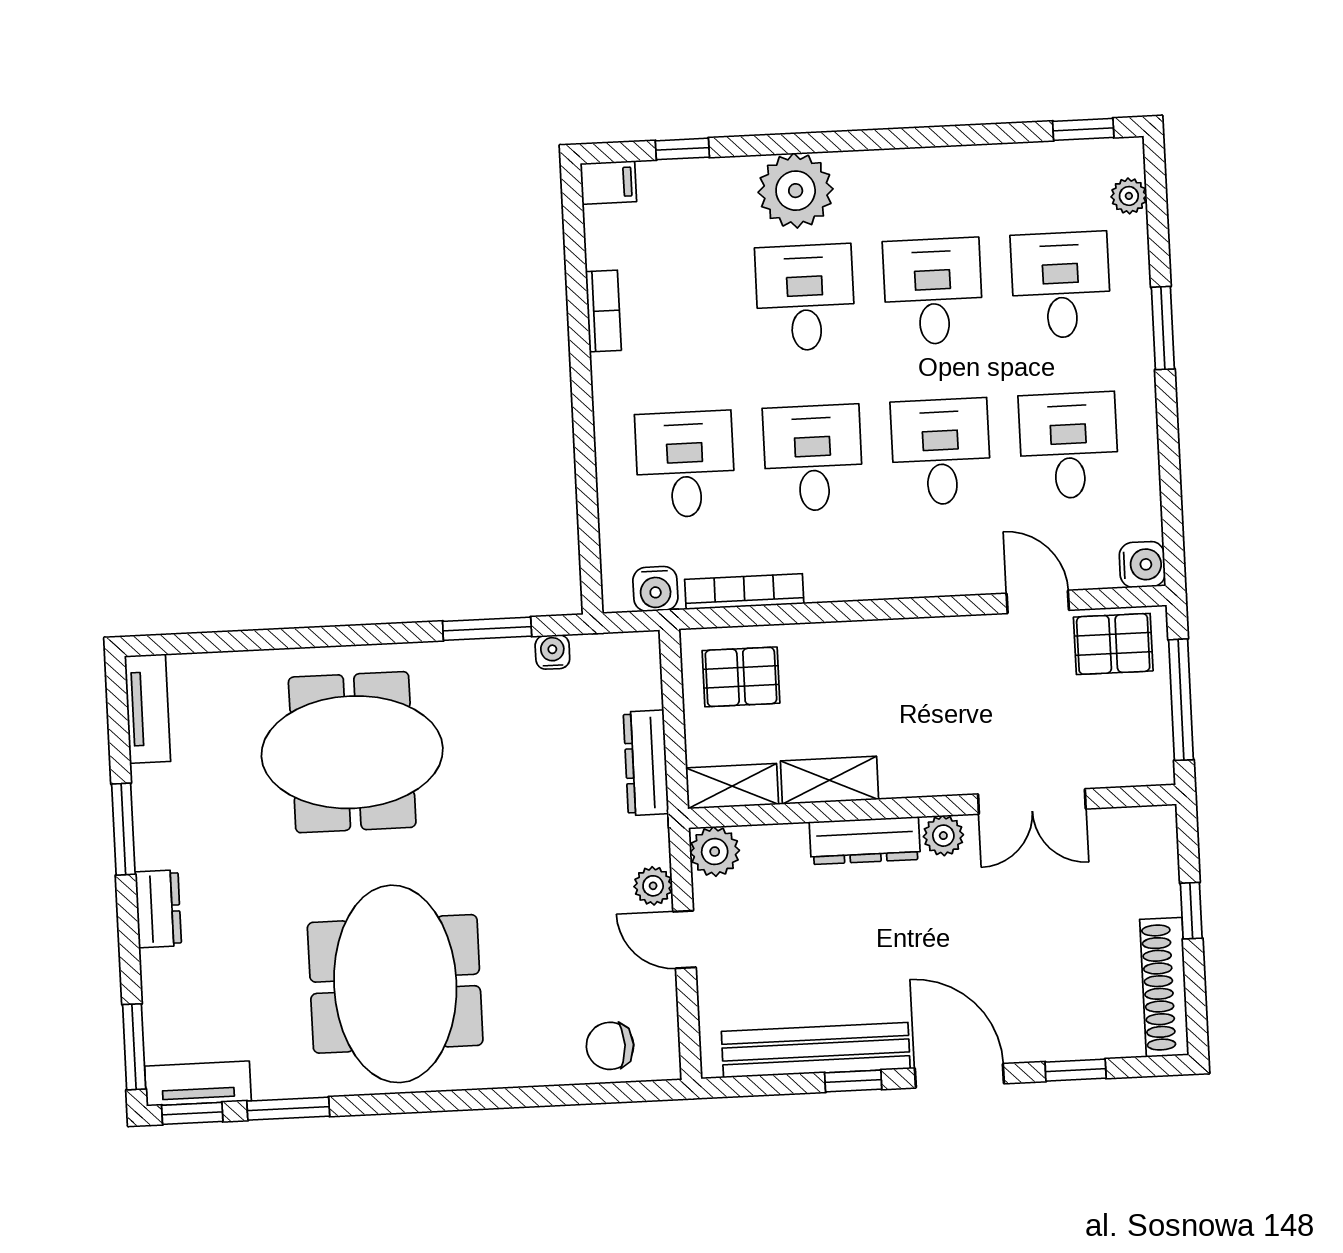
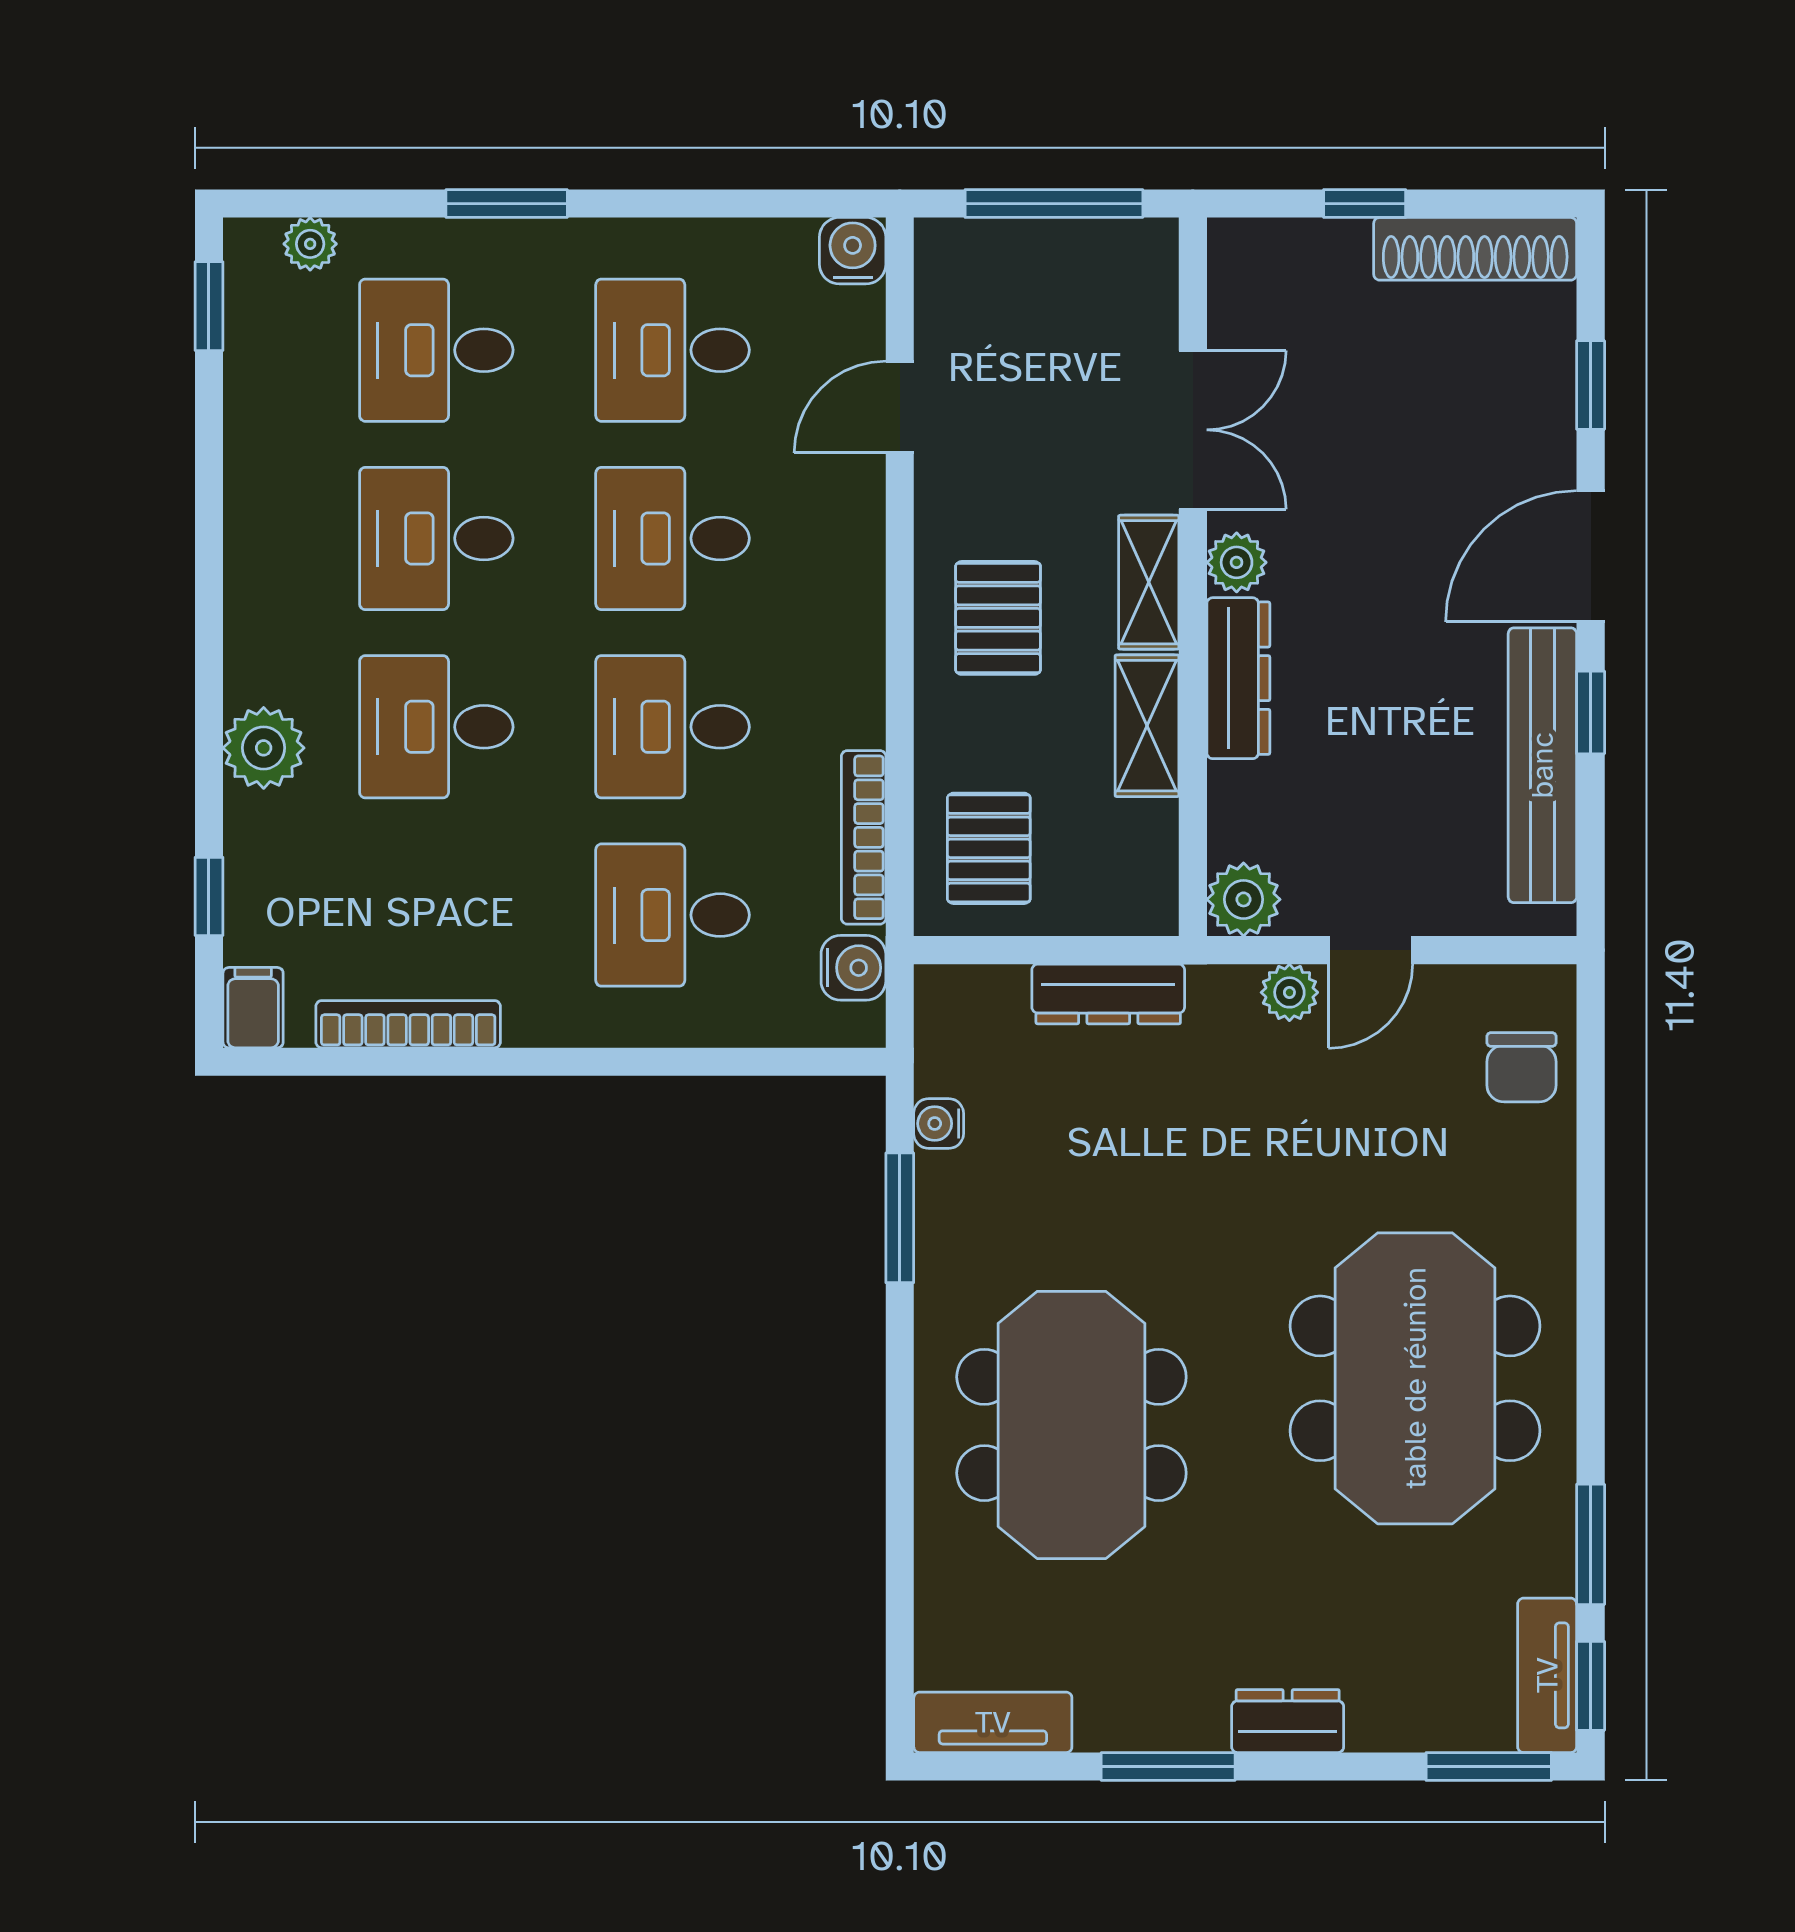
plant: (796, 191) -> (264, 748), width x0.73, depth x0.73
bookcase: (603, 311) -> (408, 1024), width x1.56
pallet: (1113, 644) -> (998, 618), moved
shelving: (732, 786) -> (1149, 582), moved
meeting table: (395, 984) -> (1415, 1378), turned 90

